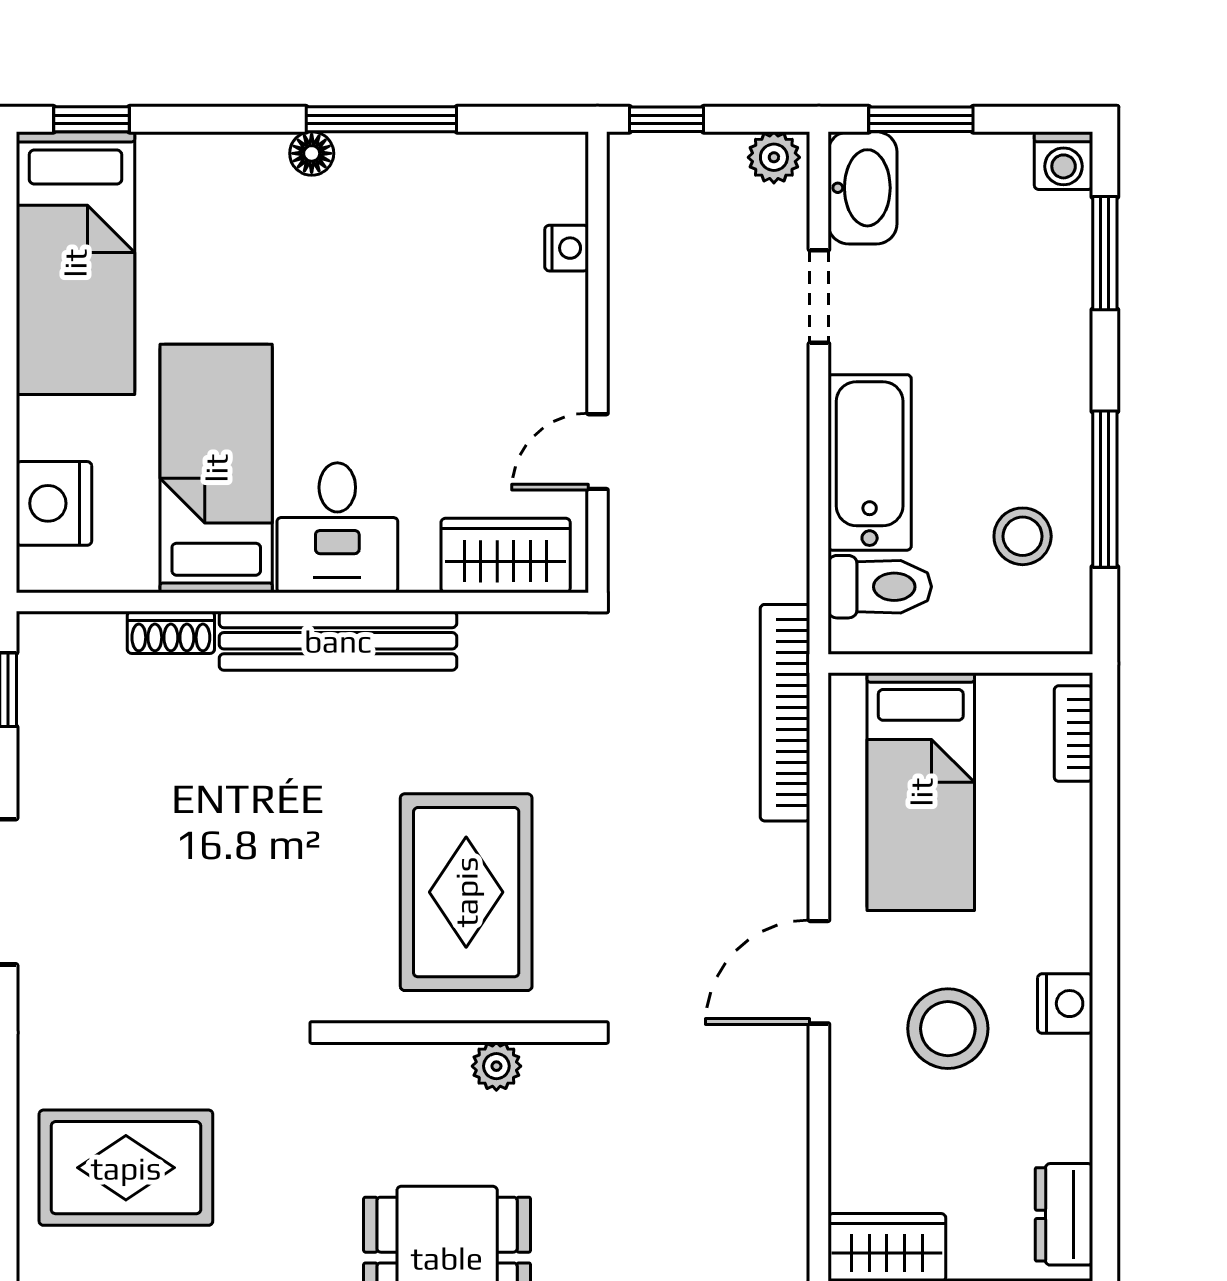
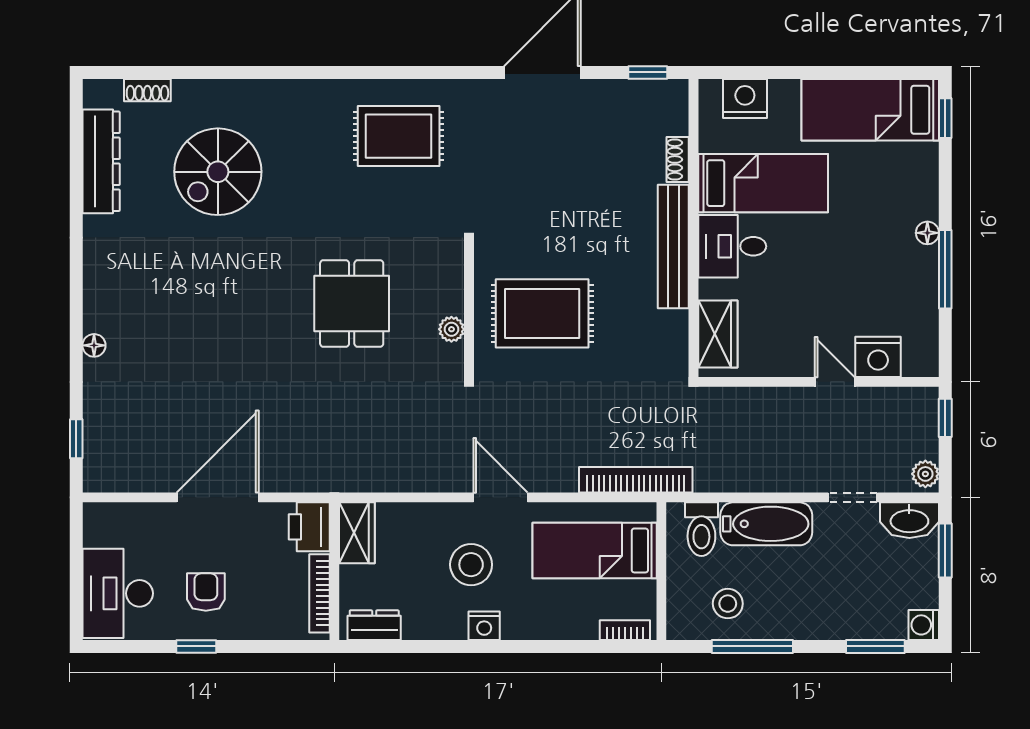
nightstand: (567, 248) -> (878, 357), width x1.89, depth x1.79
door: (597, 452) -> (835, 382), moved
rug: (126, 1168) -> (399, 136), turned 90

